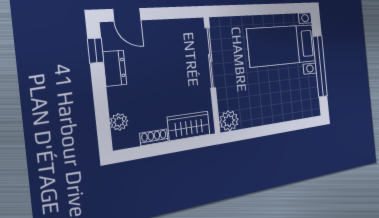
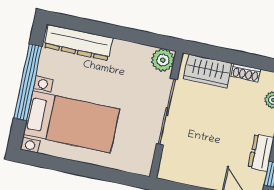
sliding door: (210, 58) -> (167, 112), moved
dresser: (295, 110) -> (78, 43), added

